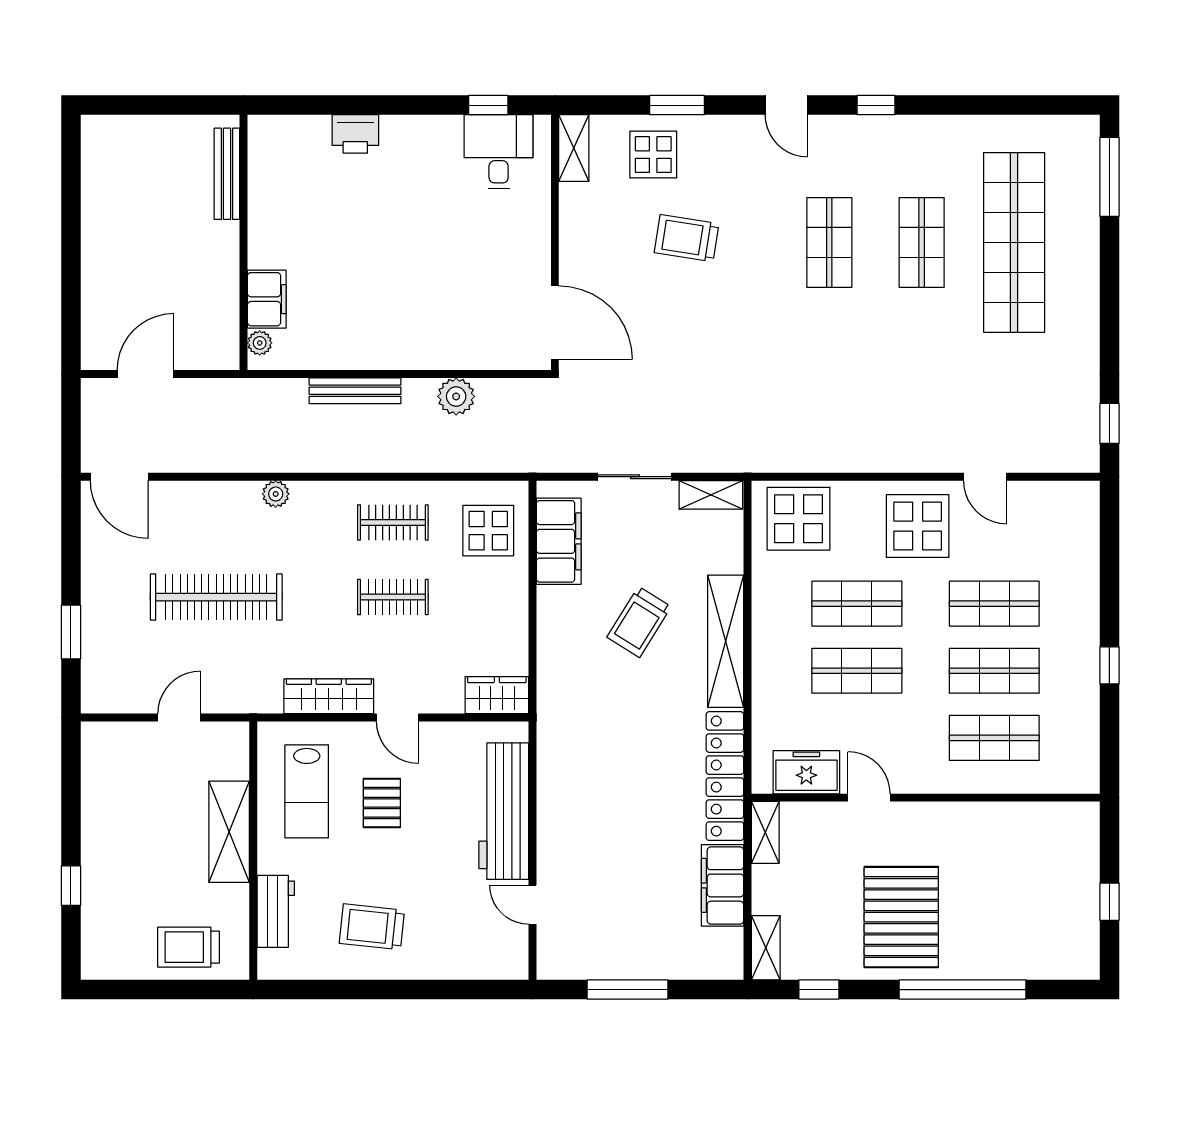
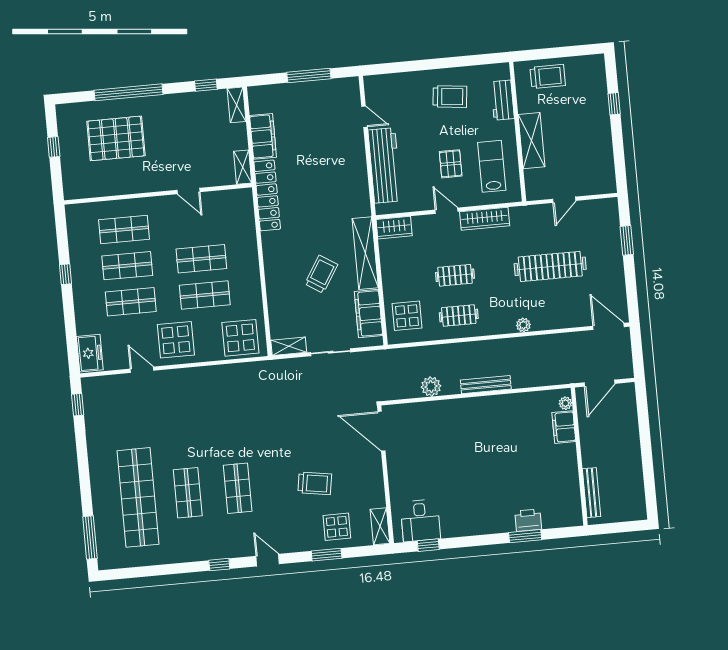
window: (308, 105) -> (525, 536), added
printer: (355, 134) -> (528, 520), moved
bench: (227, 174) -> (592, 493), moved
wall: (244, 242) -> (579, 456), moved
filing cabinet: (267, 299) -> (564, 427), moved
plant: (260, 343) -> (565, 403), moved
shelving: (726, 641) -> (365, 253), moved
freezer: (806, 772) -> (90, 353), moved, turned -90
pallet: (901, 917) -> (116, 138), moved, turned 90

